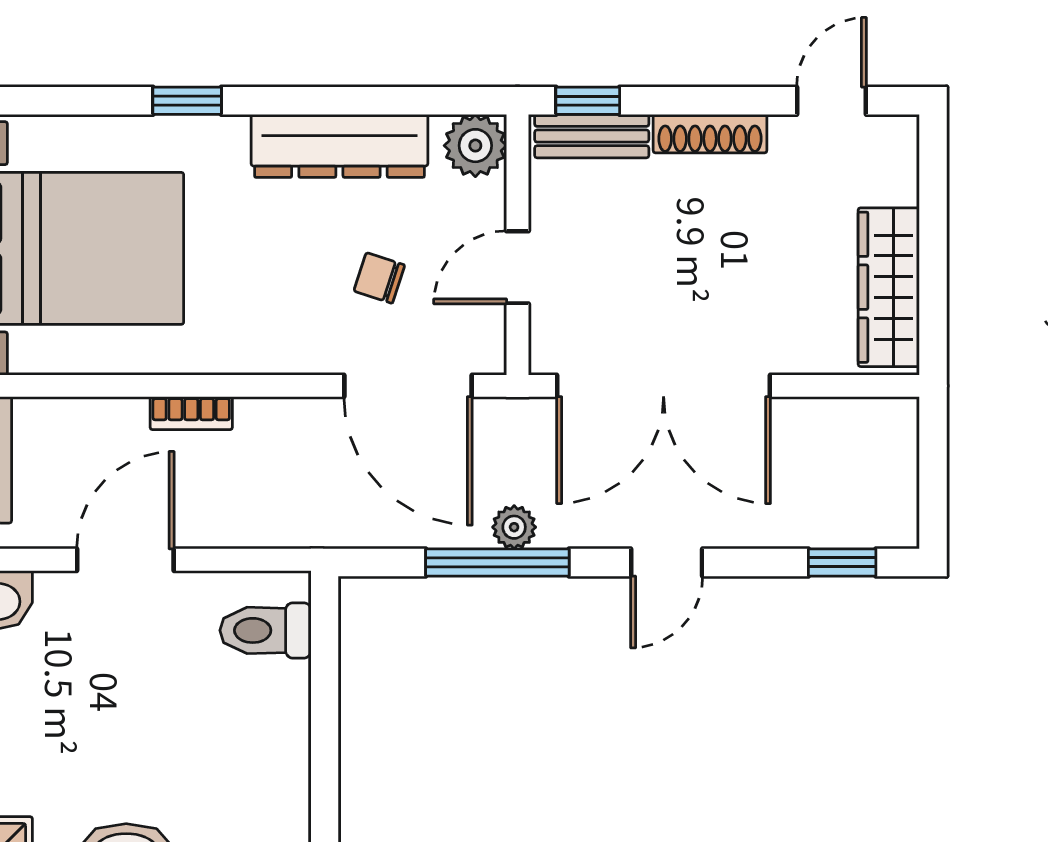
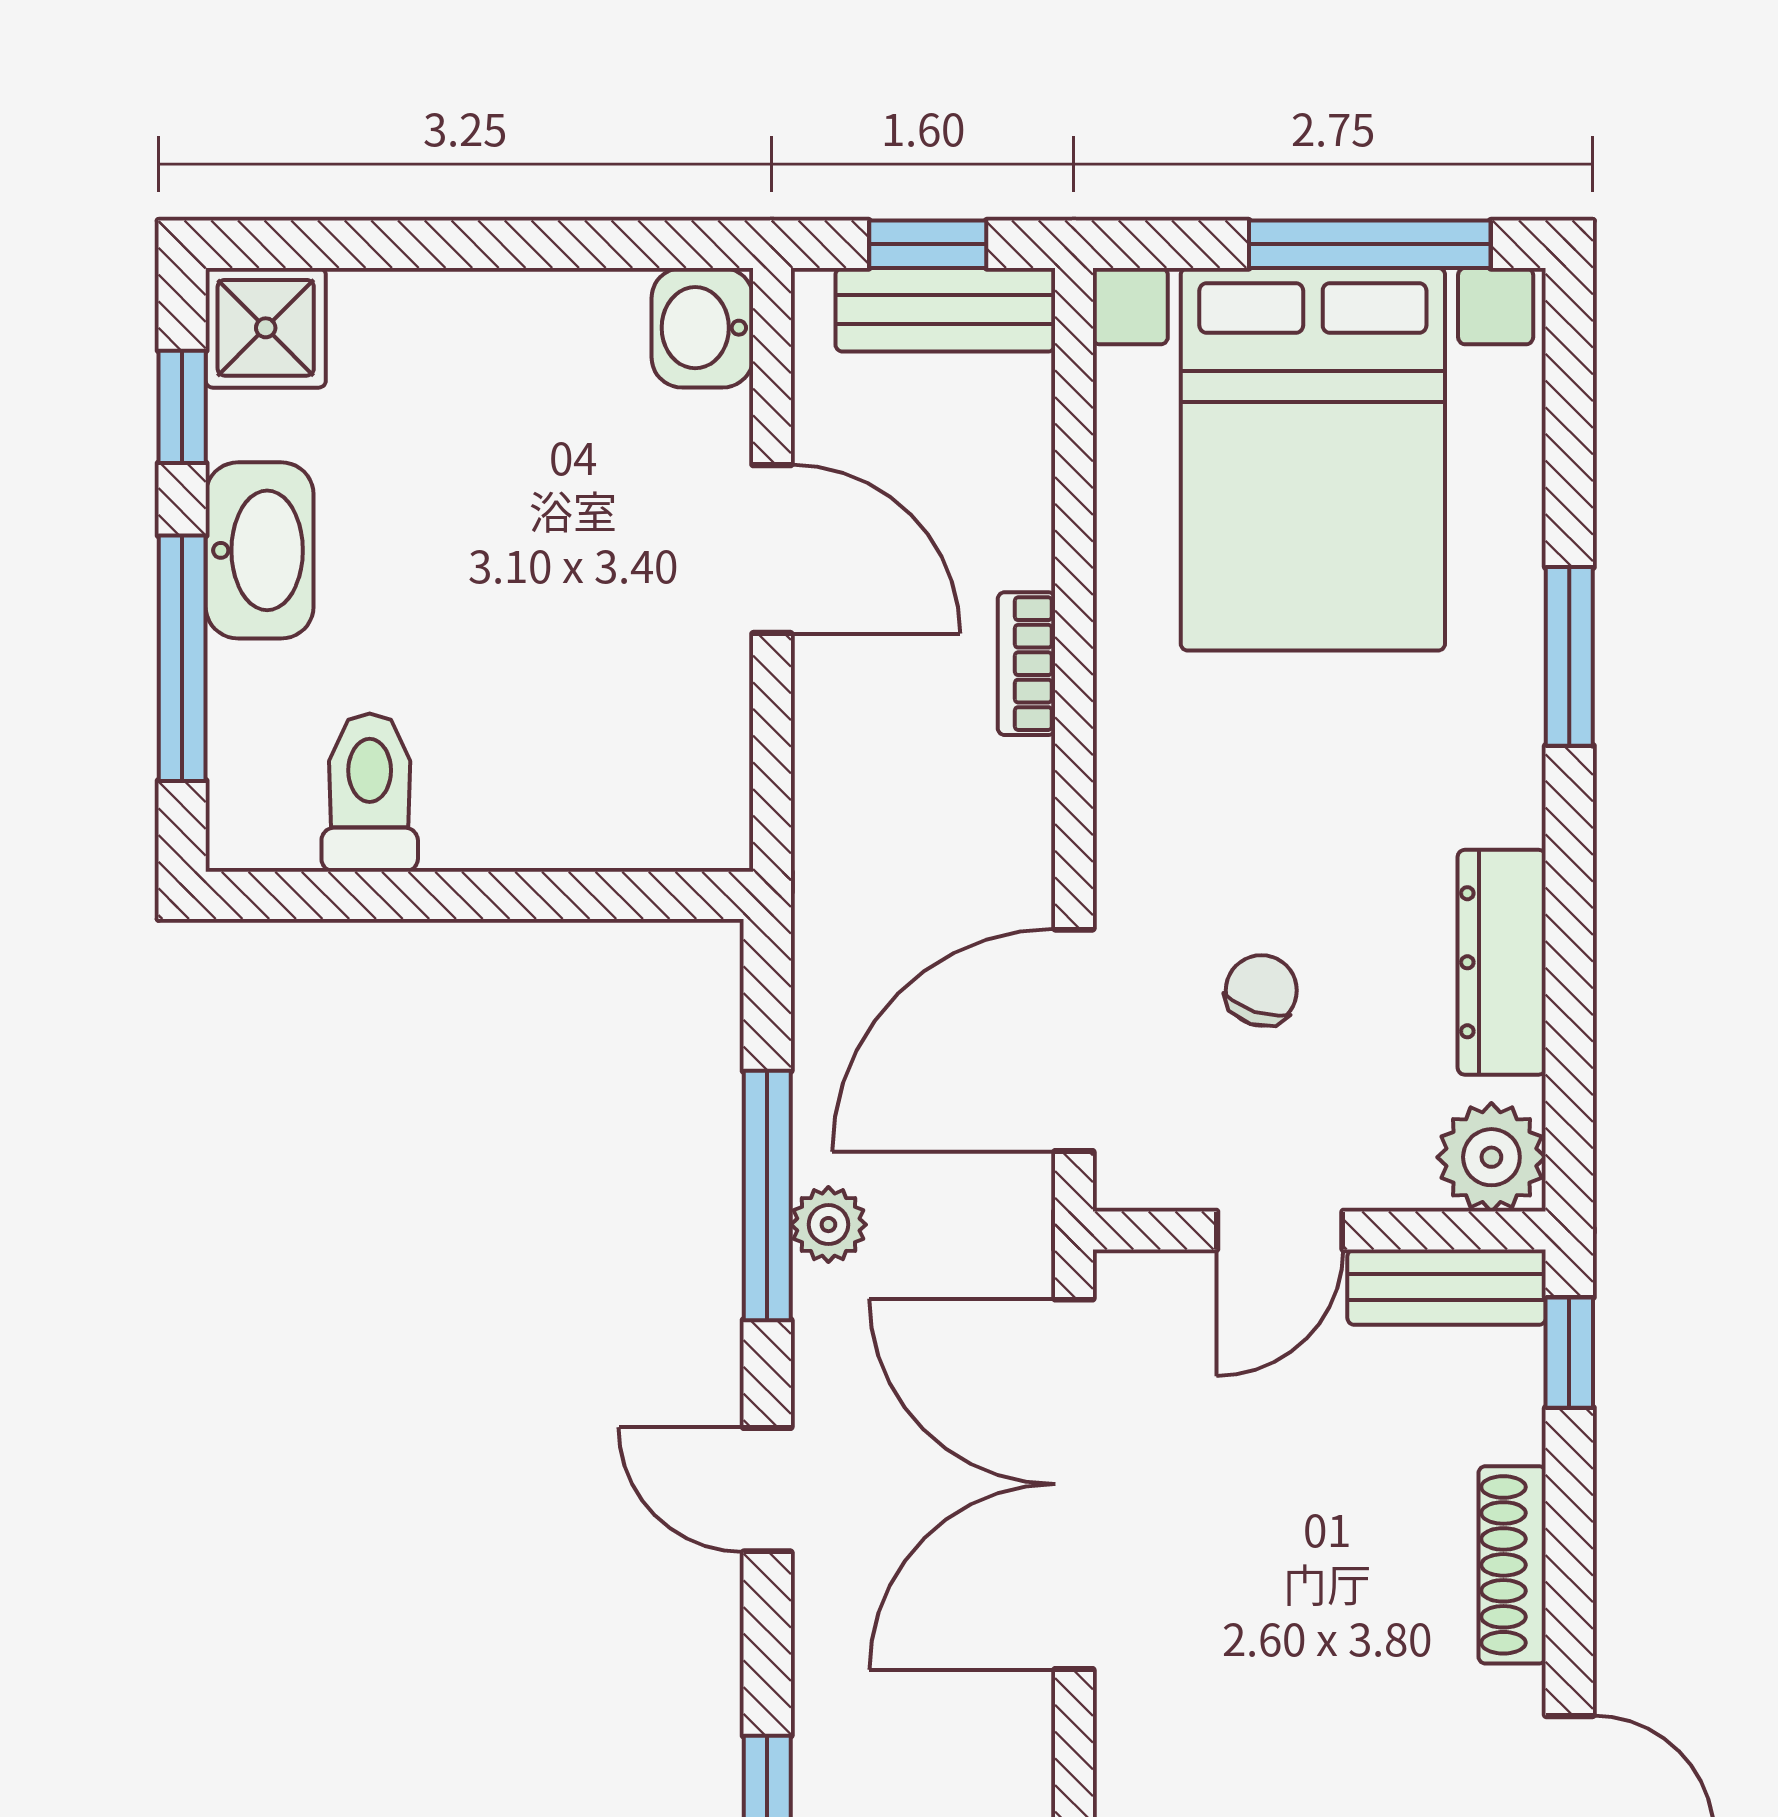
window: (187, 101) -> (1569, 656), width x1.50
bench: (592, 136) -> (1447, 1287), moved, turned 90
dresser: (339, 146) -> (1502, 962), width x0.73, depth x0.80
door: (517, 267) -> (1280, 1230), swing flipped
toilet: (265, 630) -> (370, 793), moved

